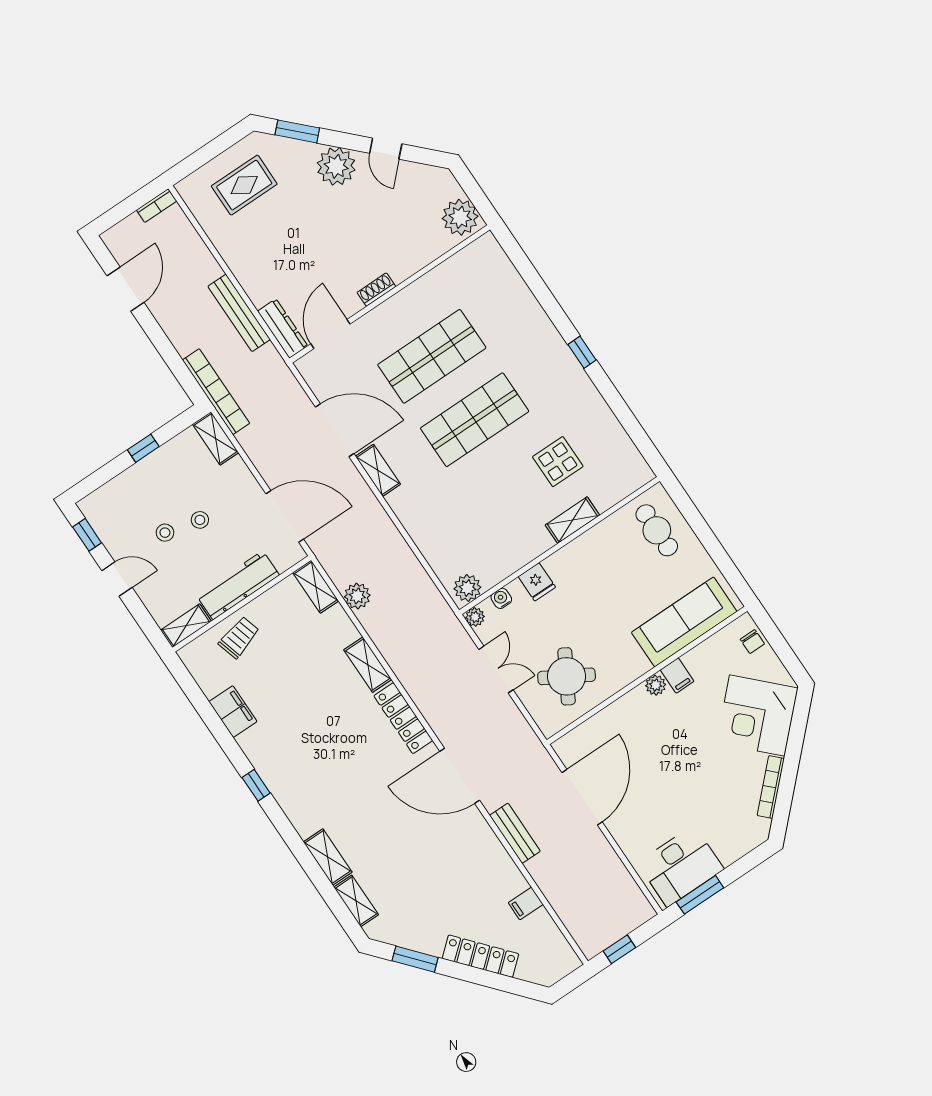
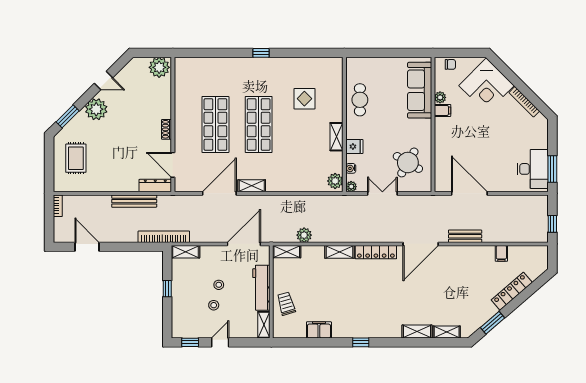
shelving: (572, 520) -> (337, 137), moved
cafe table: (657, 530) -> (360, 100), moved, turned 90
plant: (656, 685) -> (440, 97), moved

